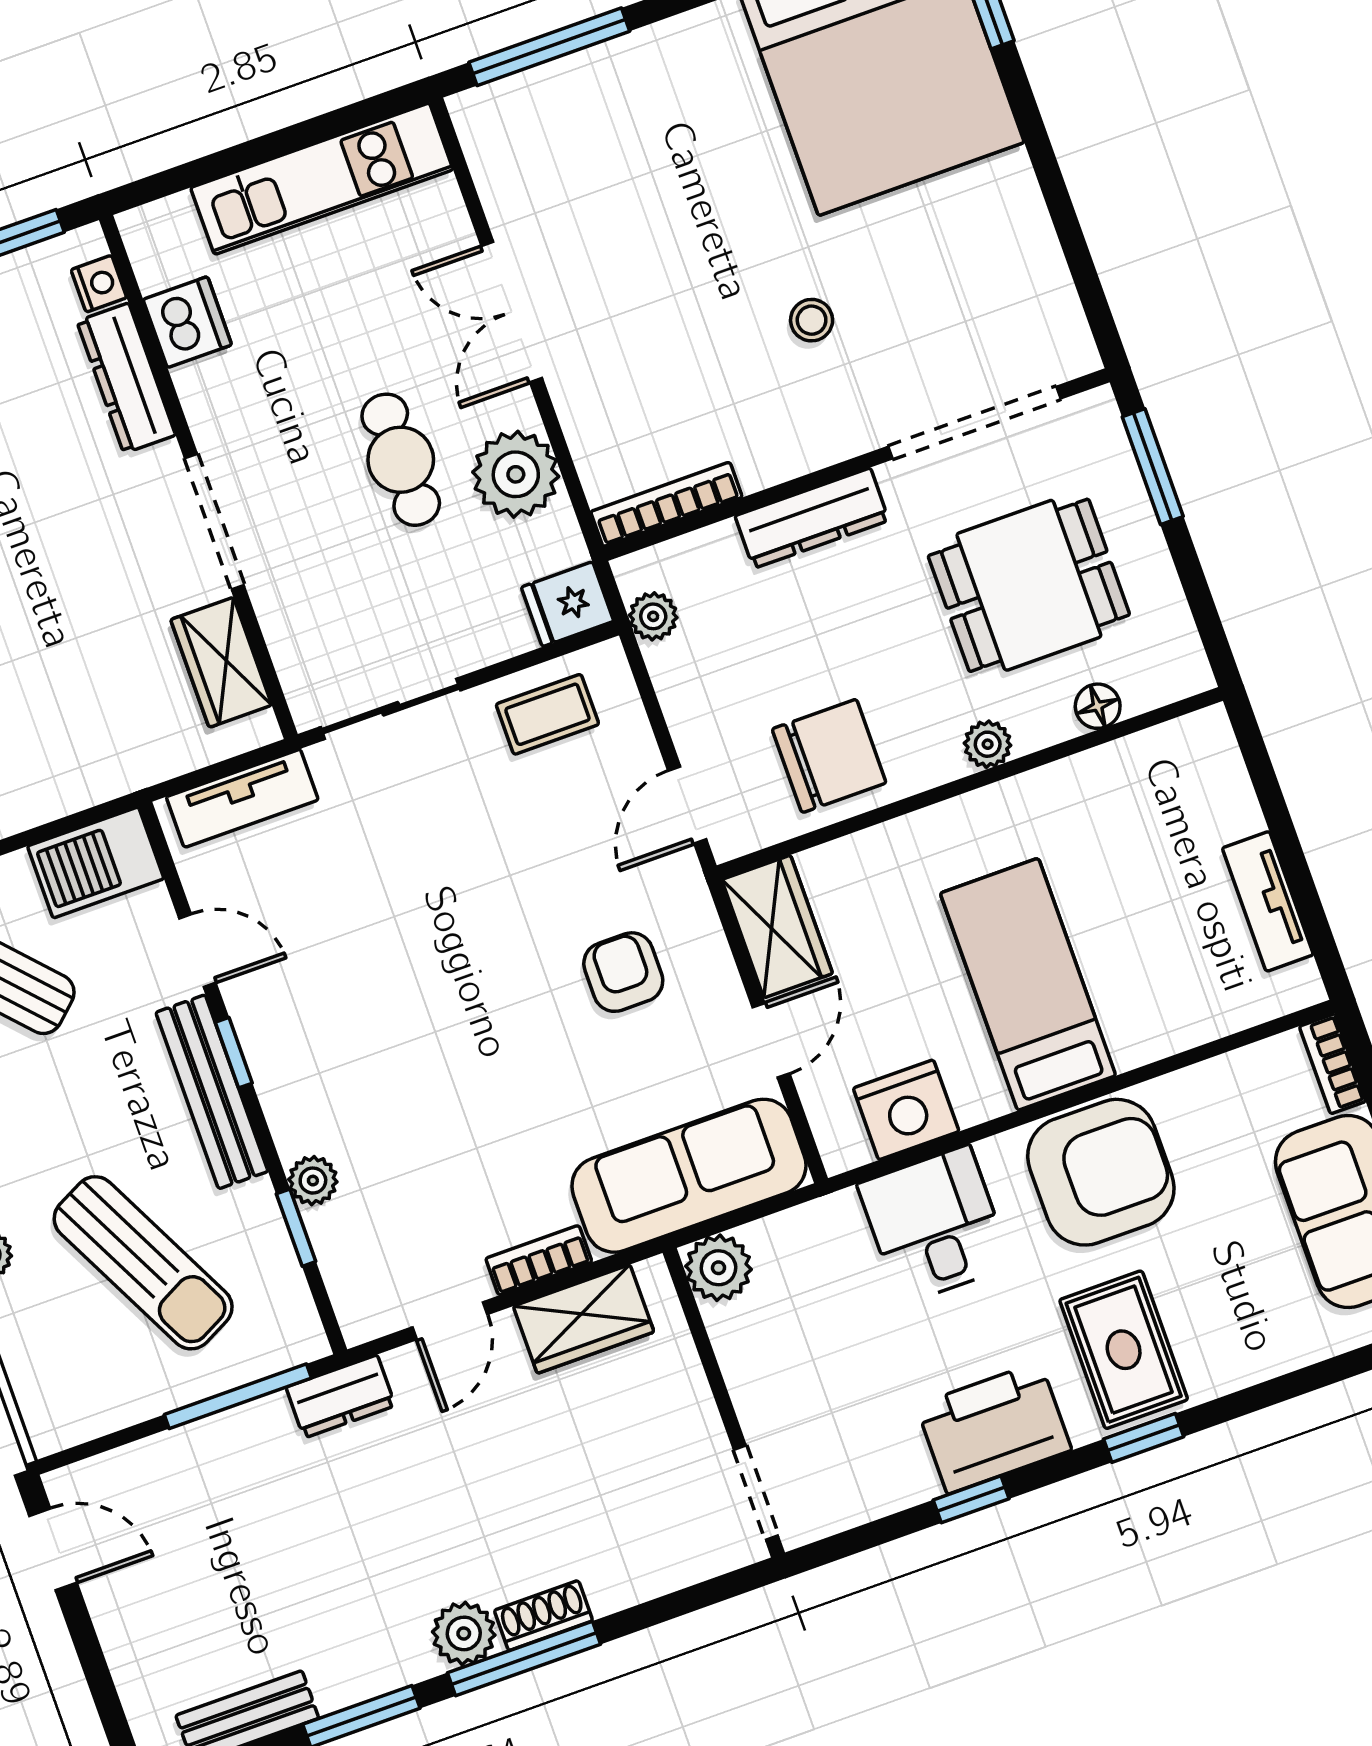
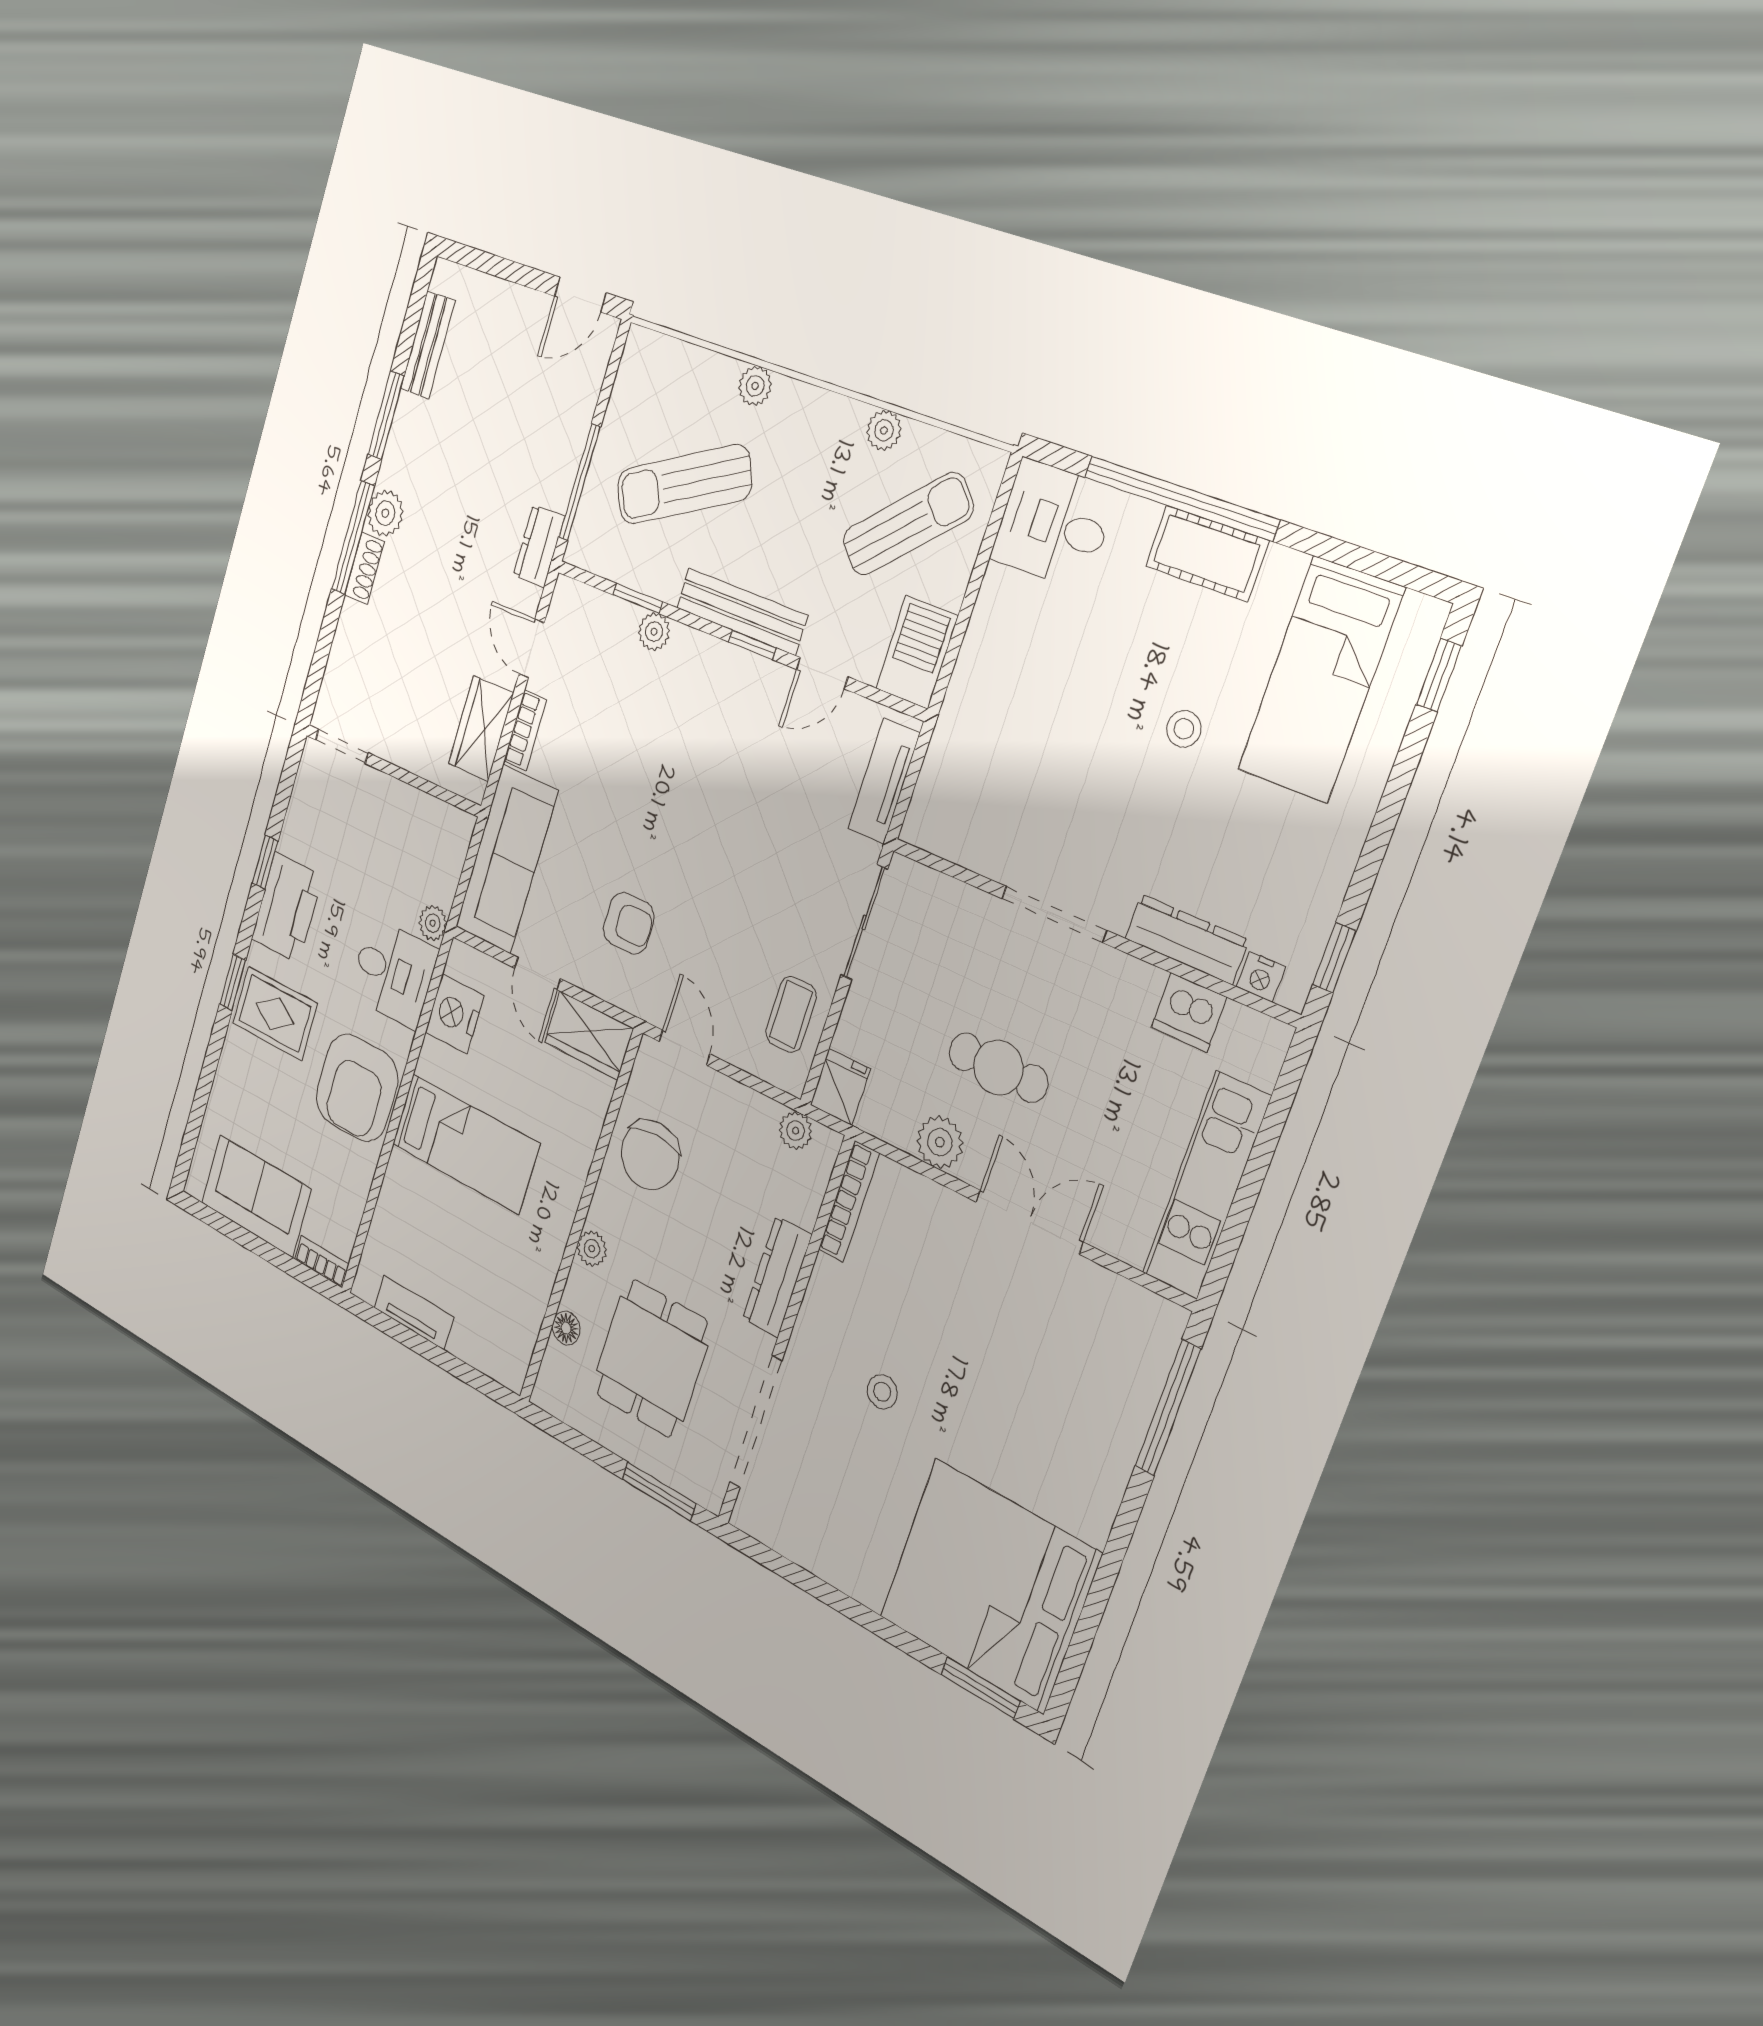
plant: (516, 474) -> (940, 1142), width x0.73, depth x0.73
wardrobe: (221, 662) -> (970, 841), removed
plant: (719, 1268) -> (433, 923), moved, width x0.73, depth x0.73

